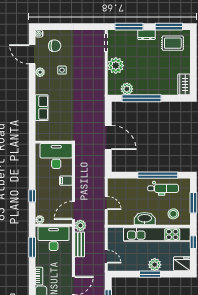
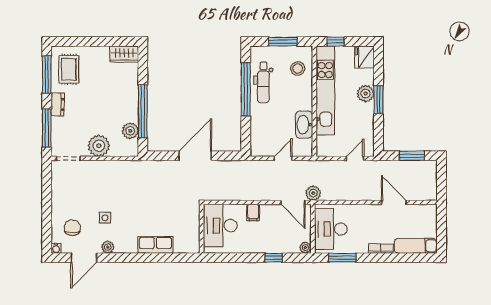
dental chair: (163, 188) -> (263, 82), turned 180
washbasin: (145, 219) -> (304, 125), moved
bench: (80, 244) -> (339, 194), removed

